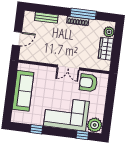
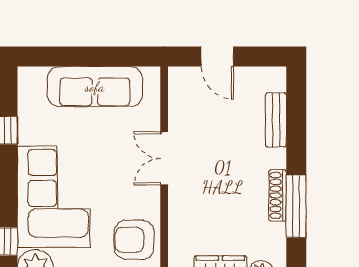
double door: (68, 67) -> (164, 158), moved
armchair: (88, 83) -> (134, 240), turned -90

